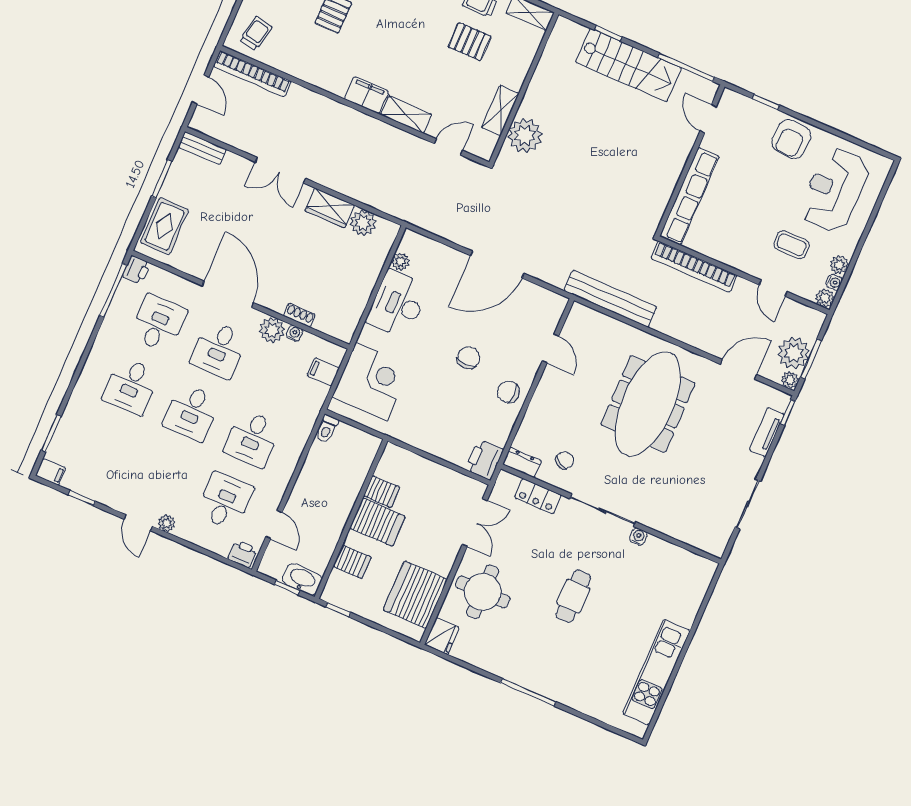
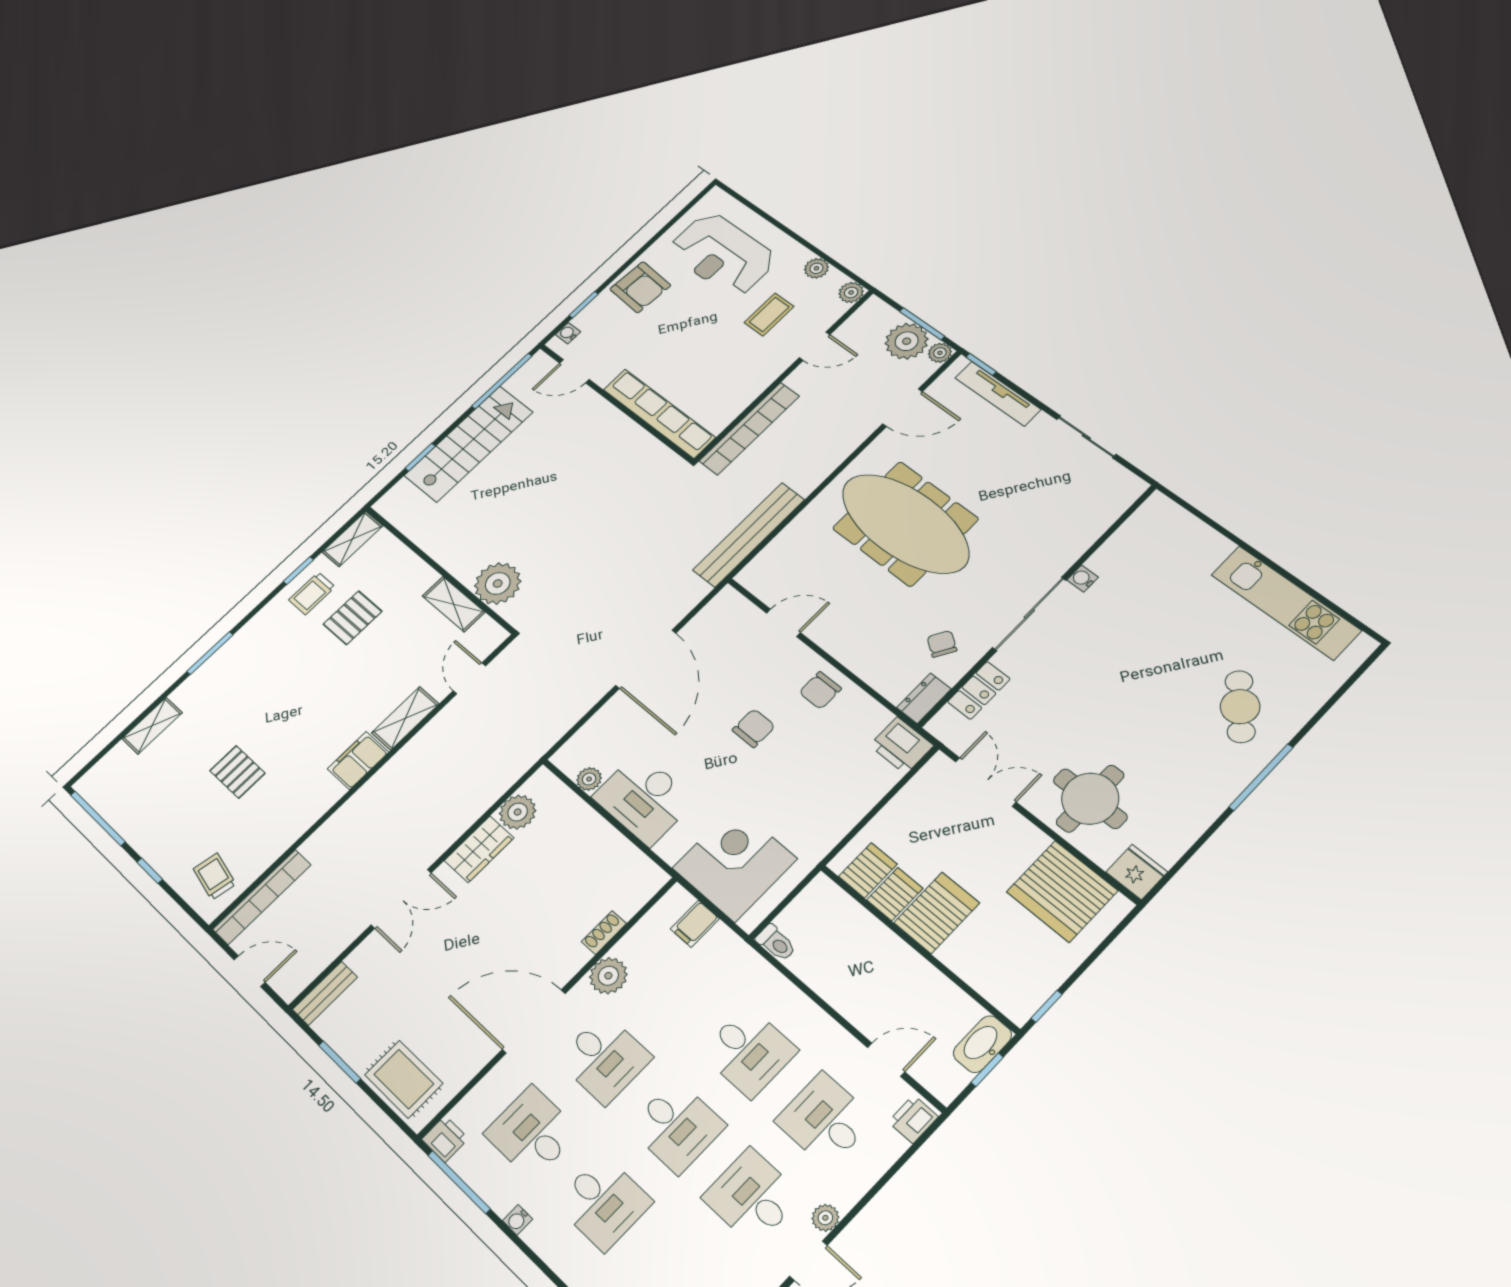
water cooler: (834, 282) -> (568, 333), moved, turned -90
water cooler: (294, 333) -> (518, 1220), moved, turned -90
chair: (469, 358) -> (754, 728), turned 90
door: (739, 369) -> (903, 408), swing flipped
tv unit: (767, 432) -> (998, 394), width x1.41
desk: (164, 475) -> (752, 1197), added
server rack: (352, 562) -> (868, 870), moved
cafe table: (573, 596) -> (1240, 707), moved, turned 48

